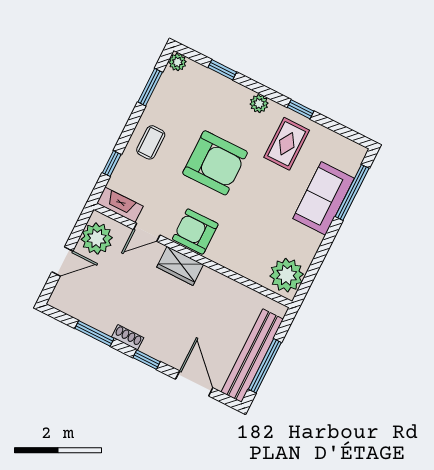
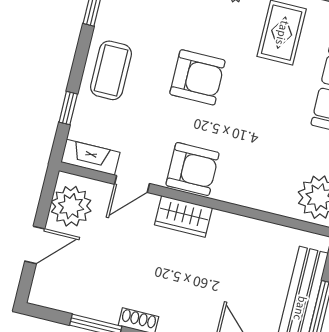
coffee table: (151, 142) -> (111, 70), width x1.36, depth x1.30
armchair: (215, 163) -> (197, 77), width x0.73, depth x0.73
armchair: (195, 232) -> (193, 169), turned 180

